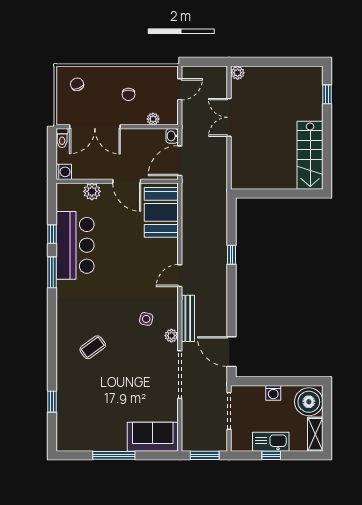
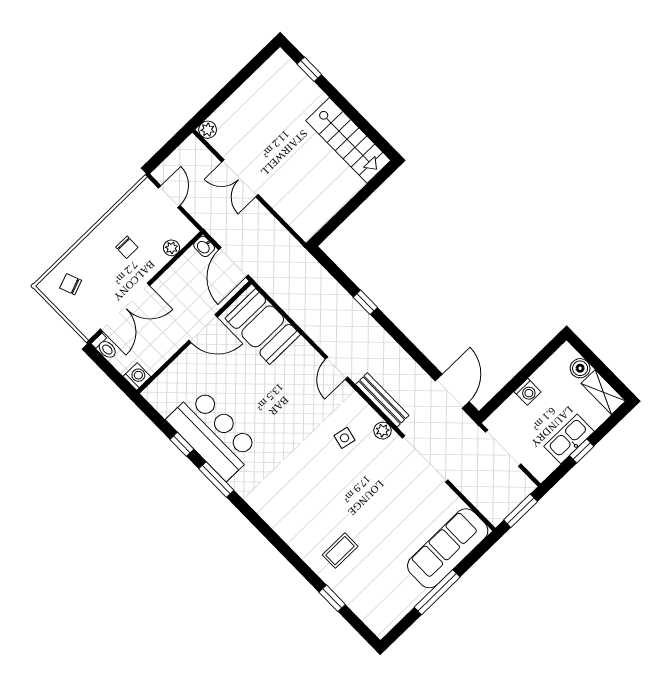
plant: (92, 191) -> (180, 369), removed
coffee table: (93, 347) -> (340, 551), moved, turned 36
door: (232, 352) -> (452, 391), swing flipped
boiler: (309, 402) -> (580, 368), width x0.54, depth x0.54
sofa: (153, 437) -> (448, 548), width x1.36

